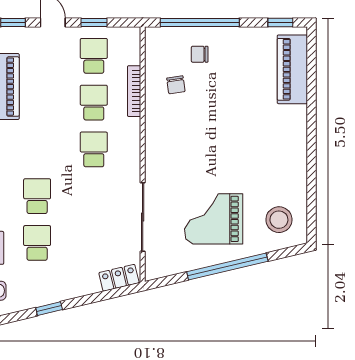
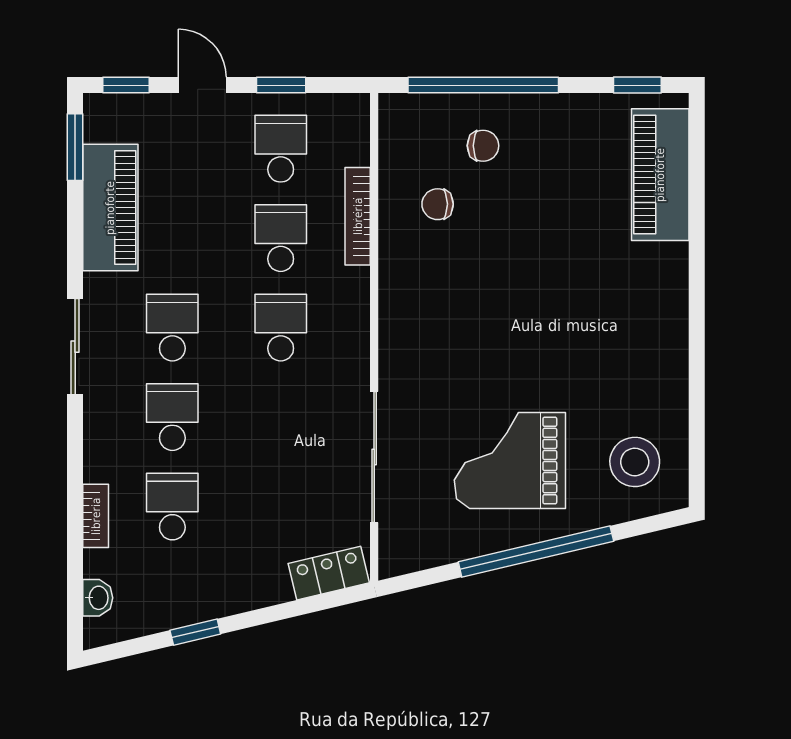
chair: (200, 54) -> (483, 146), turned 180
chair: (176, 85) -> (438, 204), turned 98
school desk: (37, 149) -> (172, 328), added

